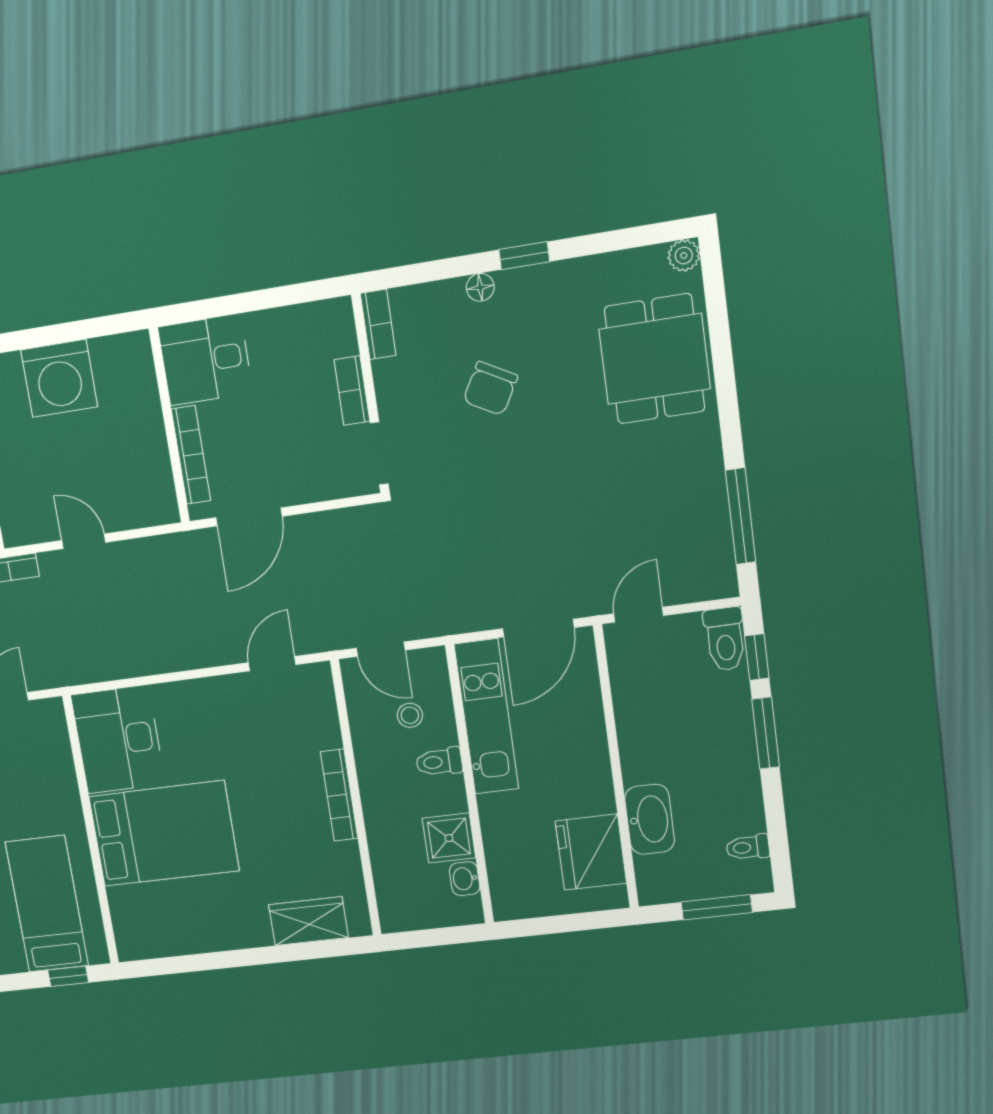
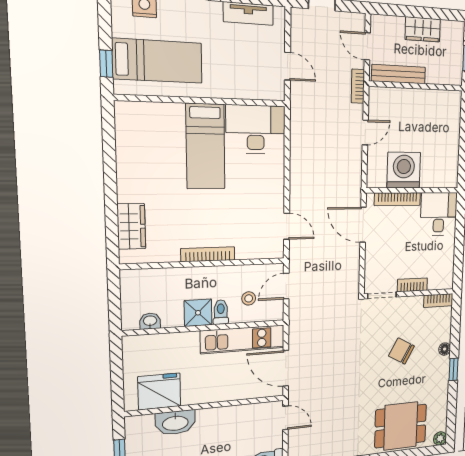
washing machine: (59, 378) -> (404, 170), moved, turned 90
bed: (164, 834) -> (205, 146), width x0.67
shower: (449, 838) -> (198, 313), moved

